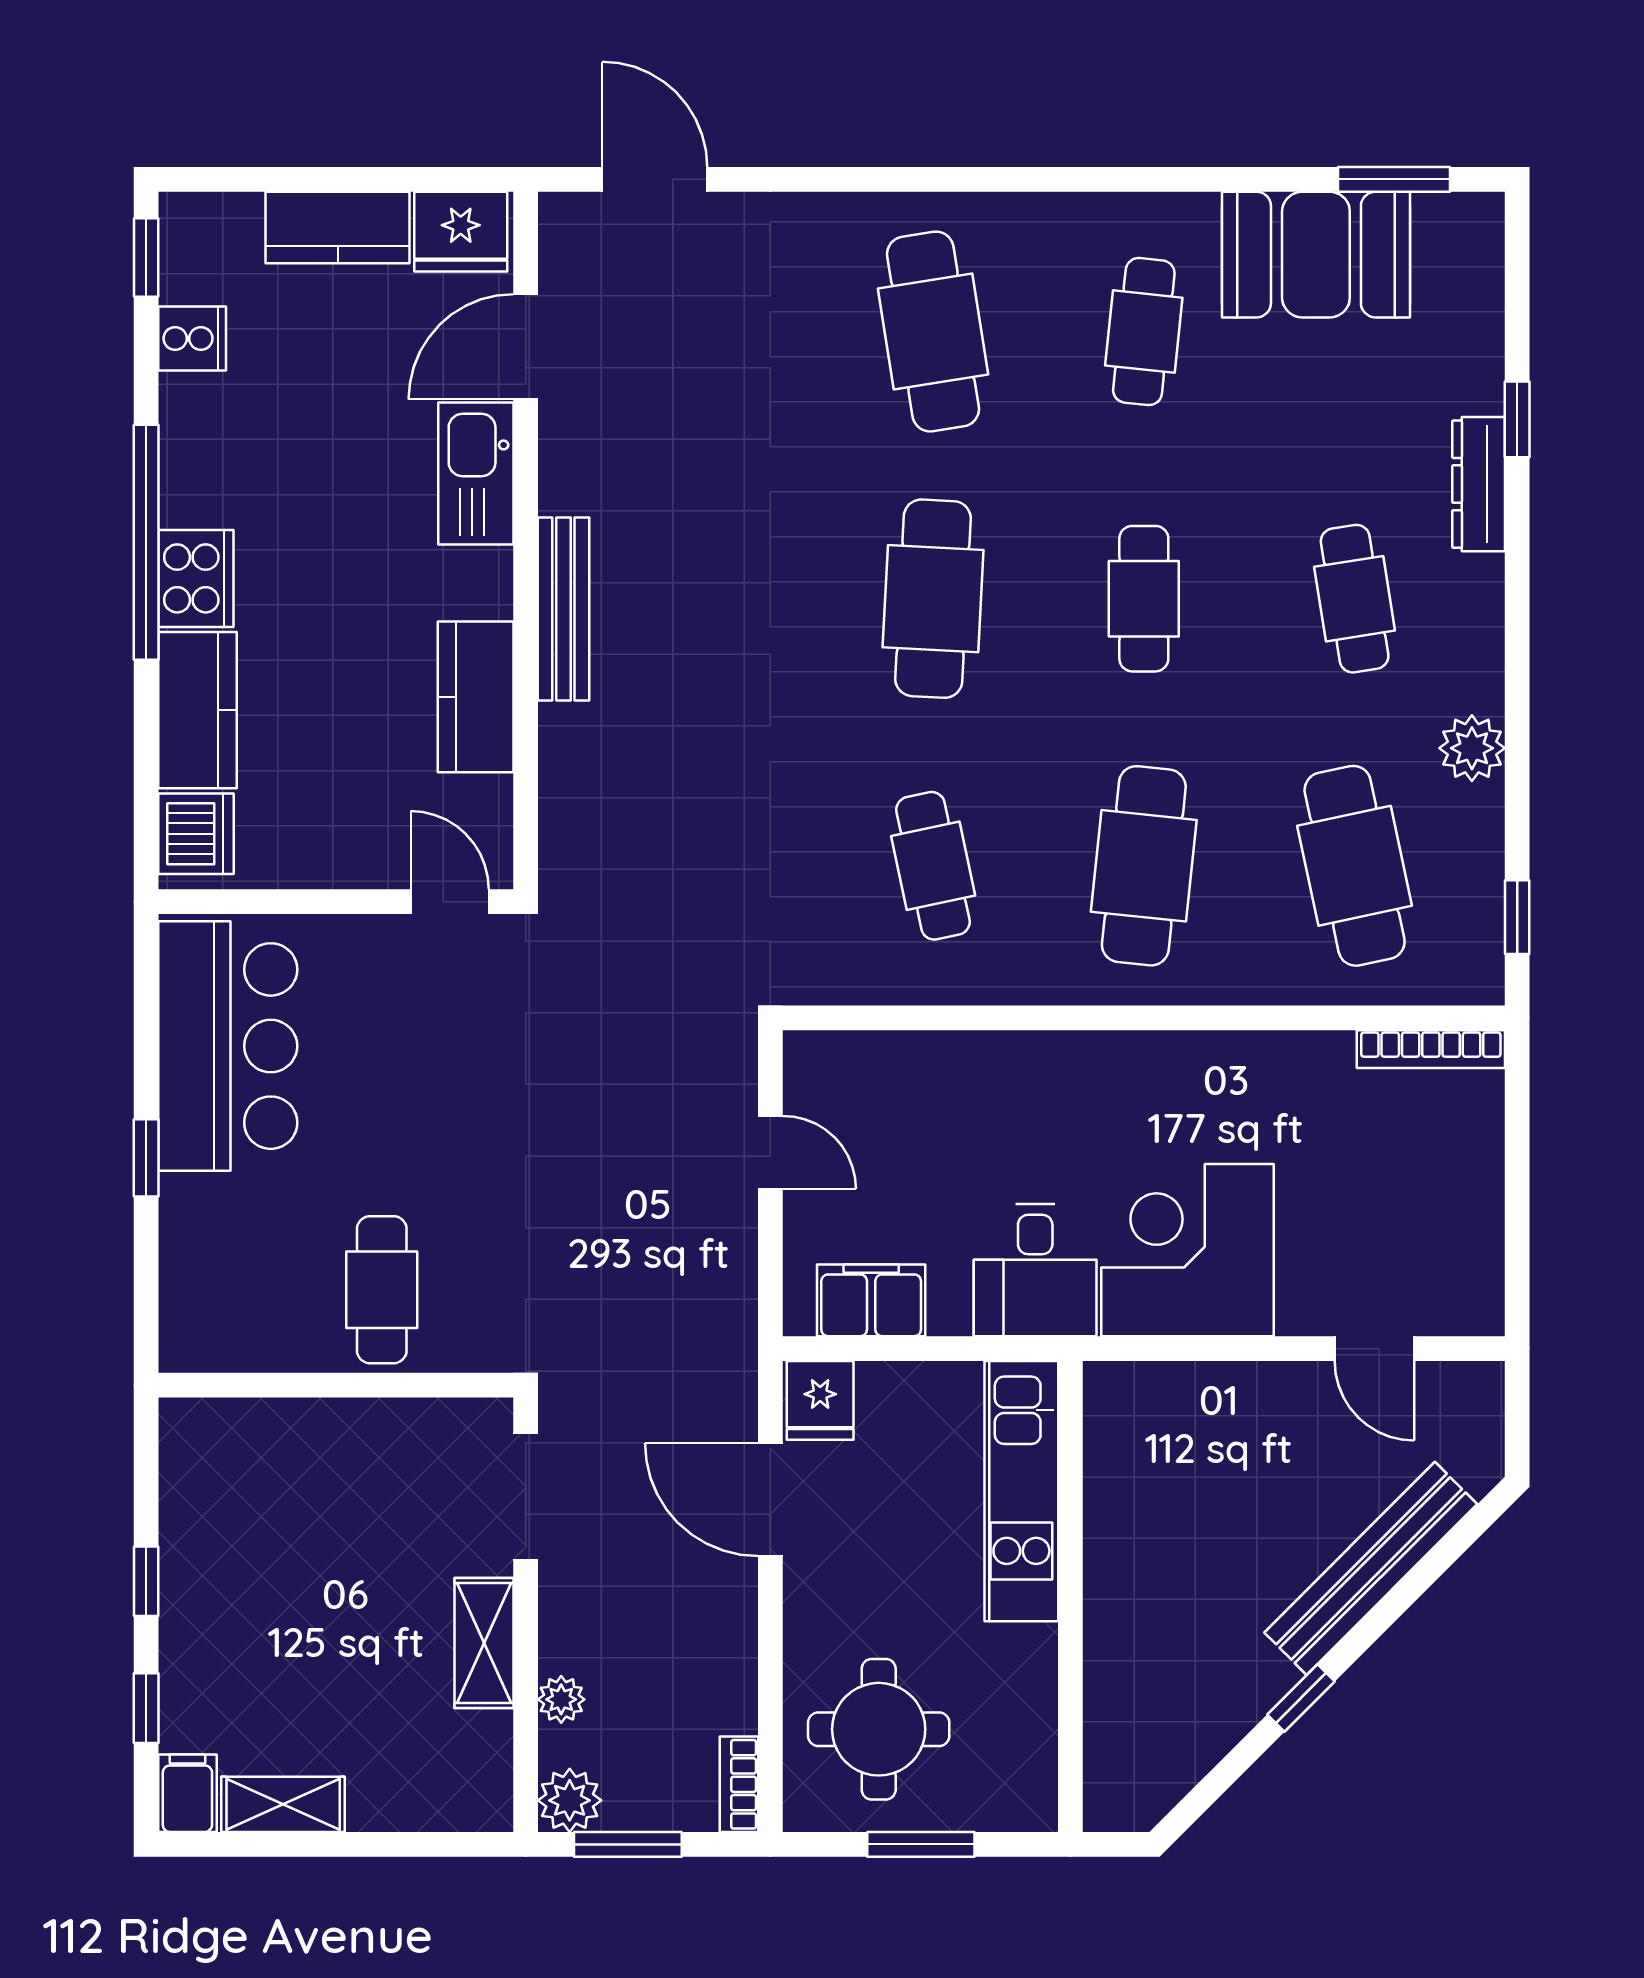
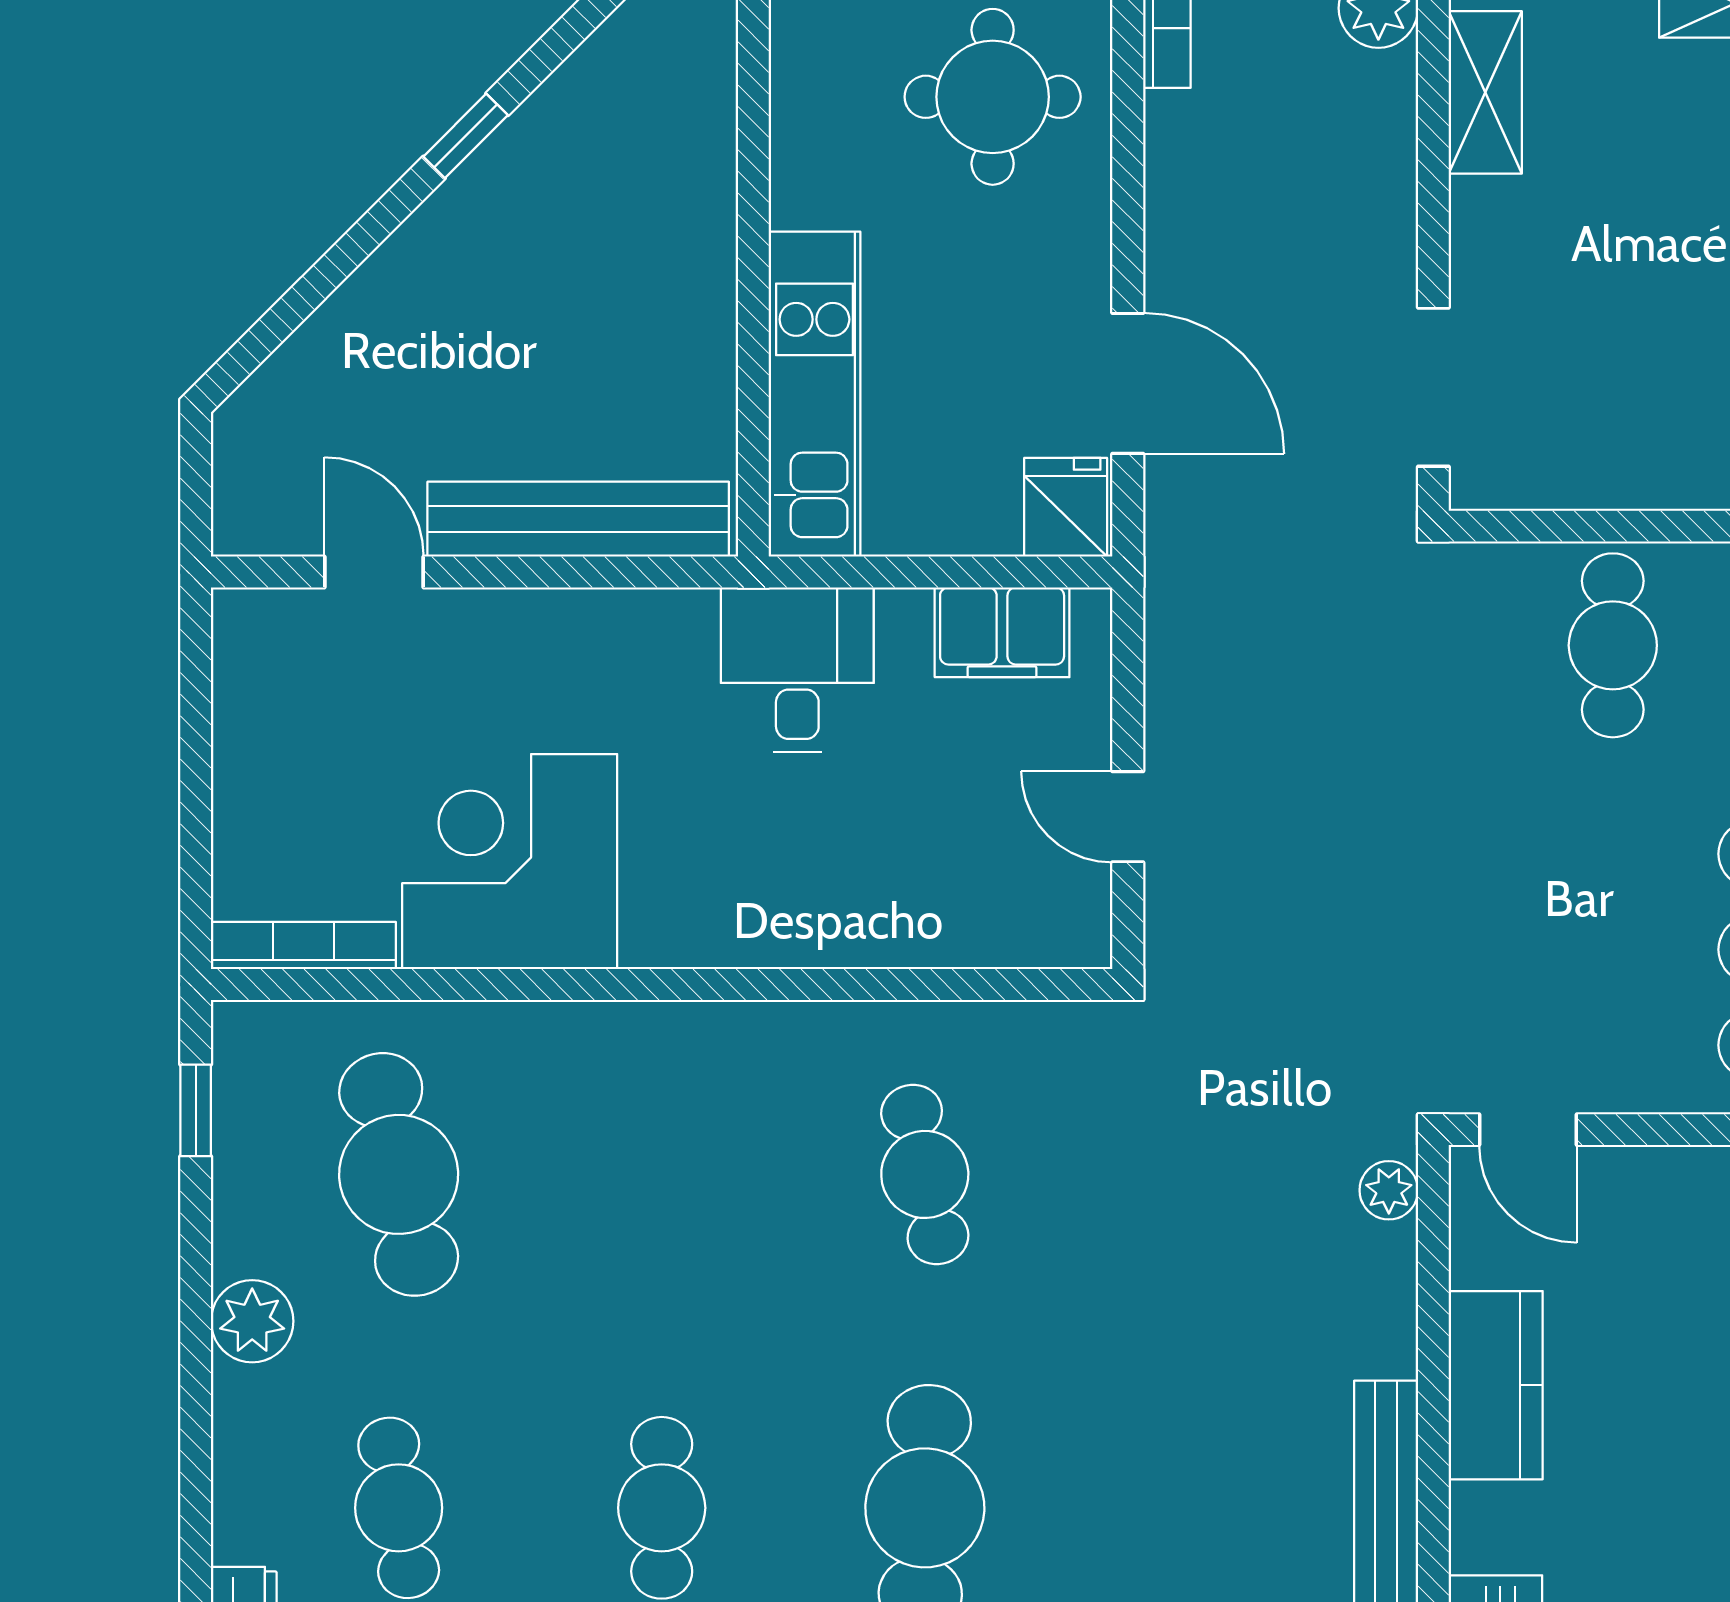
cafe table: (1144, 866) -> (662, 1174), removed
corner desk: (1188, 1250) -> (510, 862), moved, turned 180
bench: (1371, 1568) -> (578, 519), moved, turned 45
shelving: (484, 1643) -> (1485, 92), moved
plant: (561, 1699) -> (1389, 1190), moved

